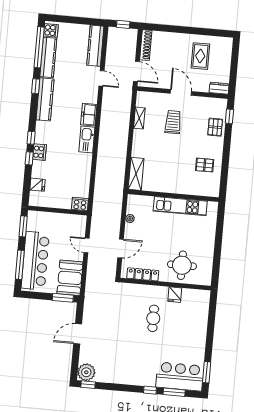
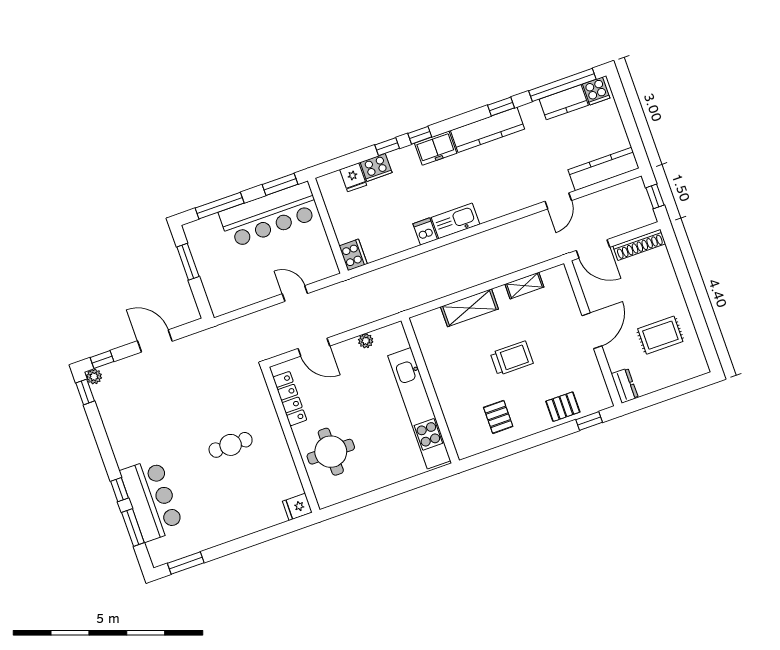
kitchen counter: (48, 57) -> (564, 102), width x0.67
door: (136, 71) -> (593, 249), hinge flipped
freezer: (89, 115) -> (436, 148), moved, turned 180
trolley: (173, 122) -> (512, 358), moved
cooker: (39, 152) -> (376, 167), moved
dishwasher: (85, 159) -> (425, 231), added
shelving: (136, 174) -> (469, 308), moved
kitchen unit: (180, 206) -> (419, 408), width x1.36
door: (87, 245) -> (295, 294), hinge flipped
bar counter: (35, 261) -> (269, 215), moved
booth: (70, 278) -> (234, 291), removed
fridge: (175, 295) -> (297, 507), moved
window: (63, 298) -> (188, 262), moved
window: (75, 367) -> (102, 360), added
plant: (86, 372) -> (94, 377), width x0.53, depth x0.53
bar counter: (180, 377) -> (152, 500), moved

